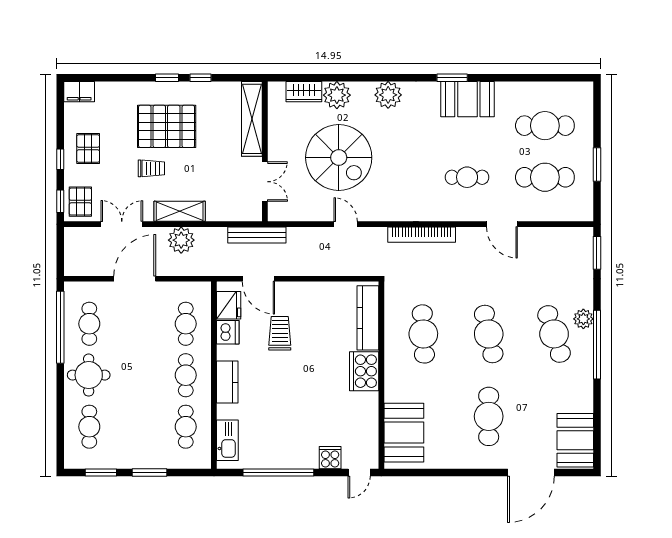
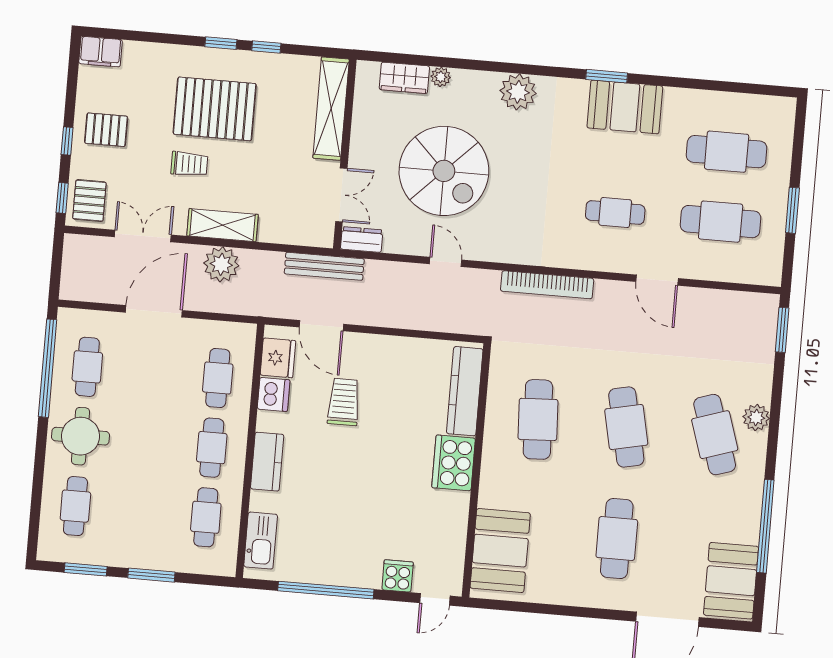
plant: (337, 95) -> (441, 77), width x0.53, depth x0.53
pallet: (88, 149) -> (106, 130), turned 90
dresser: (283, 213) -> (362, 239), added
window: (597, 345) -> (765, 526), moved

